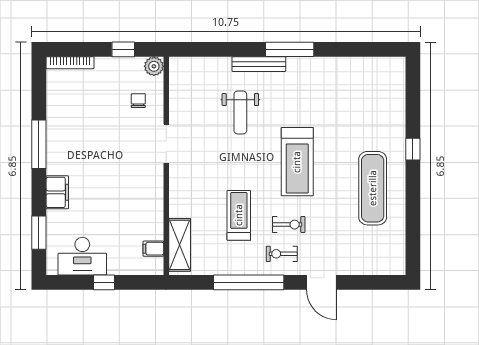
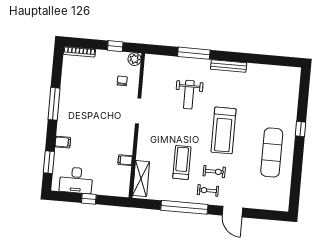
window: (290, 49) -> (194, 53), moved
bench: (259, 64) -> (229, 66), moved
filing cabinet: (57, 192) -> (63, 142), width x0.50
filing cabinet: (153, 249) -> (125, 160), moved

